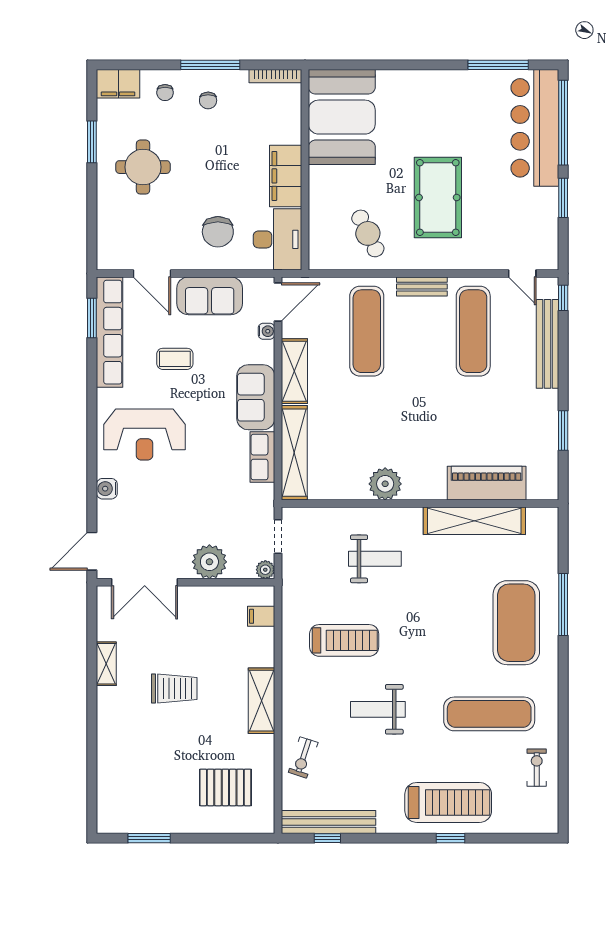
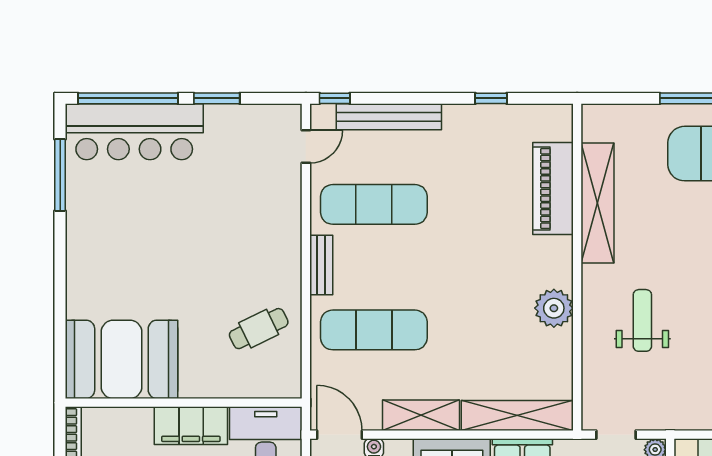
pool table: (438, 197) -> (216, 246), removed
window: (563, 430) -> (491, 98), width x0.67

